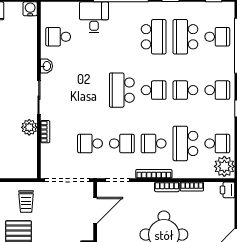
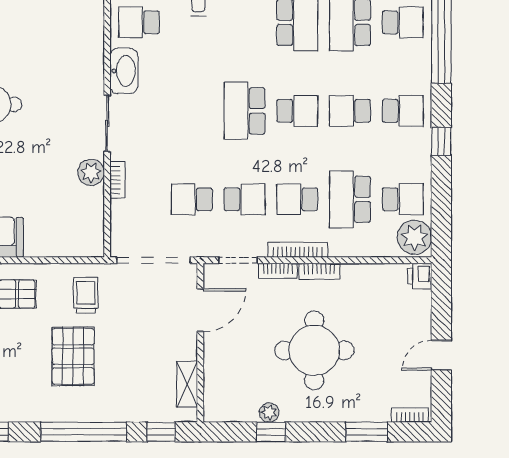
washbasin: (46, 66) -> (124, 71), width x1.91, depth x1.45
bookcase: (192, 187) -> (278, 271), moved
trolley: (26, 201) -> (86, 295), turned 180

